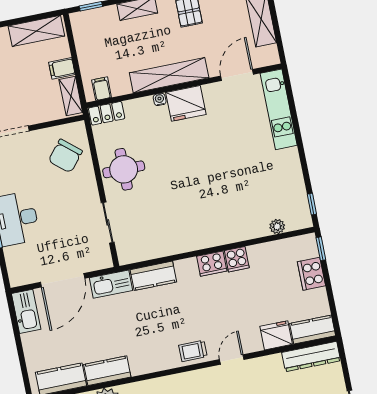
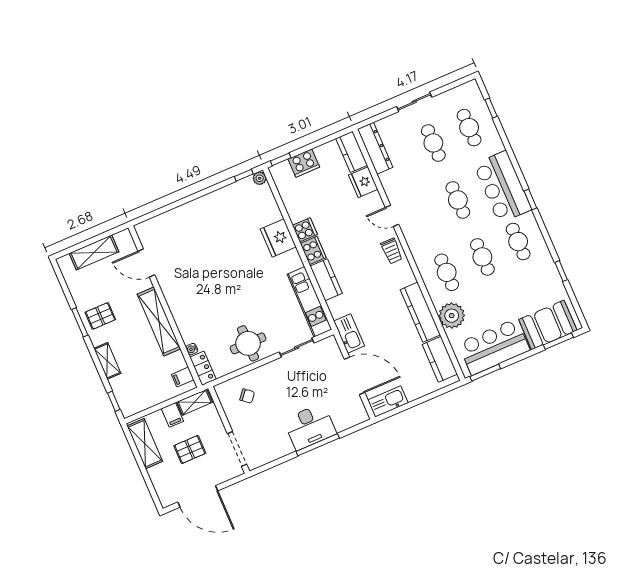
pallet: (19, 80) -> (190, 449), added
water cooler: (160, 99) -> (192, 349), moved
fridge: (186, 103) -> (278, 238), moved, turned 180
kitchen unit: (279, 109) -> (309, 302), moved, turned 90
chair: (65, 156) -> (247, 396), width x0.54, depth x0.54
plant: (277, 226) -> (260, 178), moved
kitchen counter: (153, 276) -> (326, 280), moved
kitchen counter: (107, 371) -> (420, 312), width x1.50

